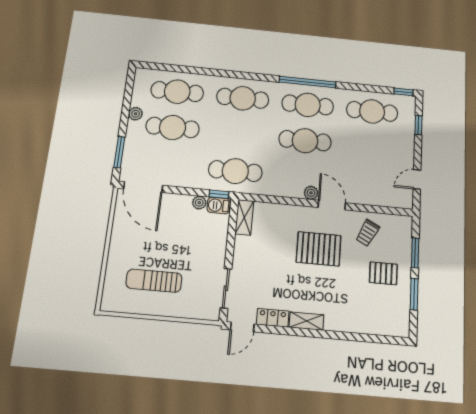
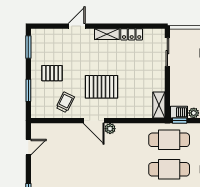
cafe table: (305, 141) -> (169, 169), moved
window: (414, 294) -> (28, 47), moved
door: (242, 327) -> (77, 26), moved

